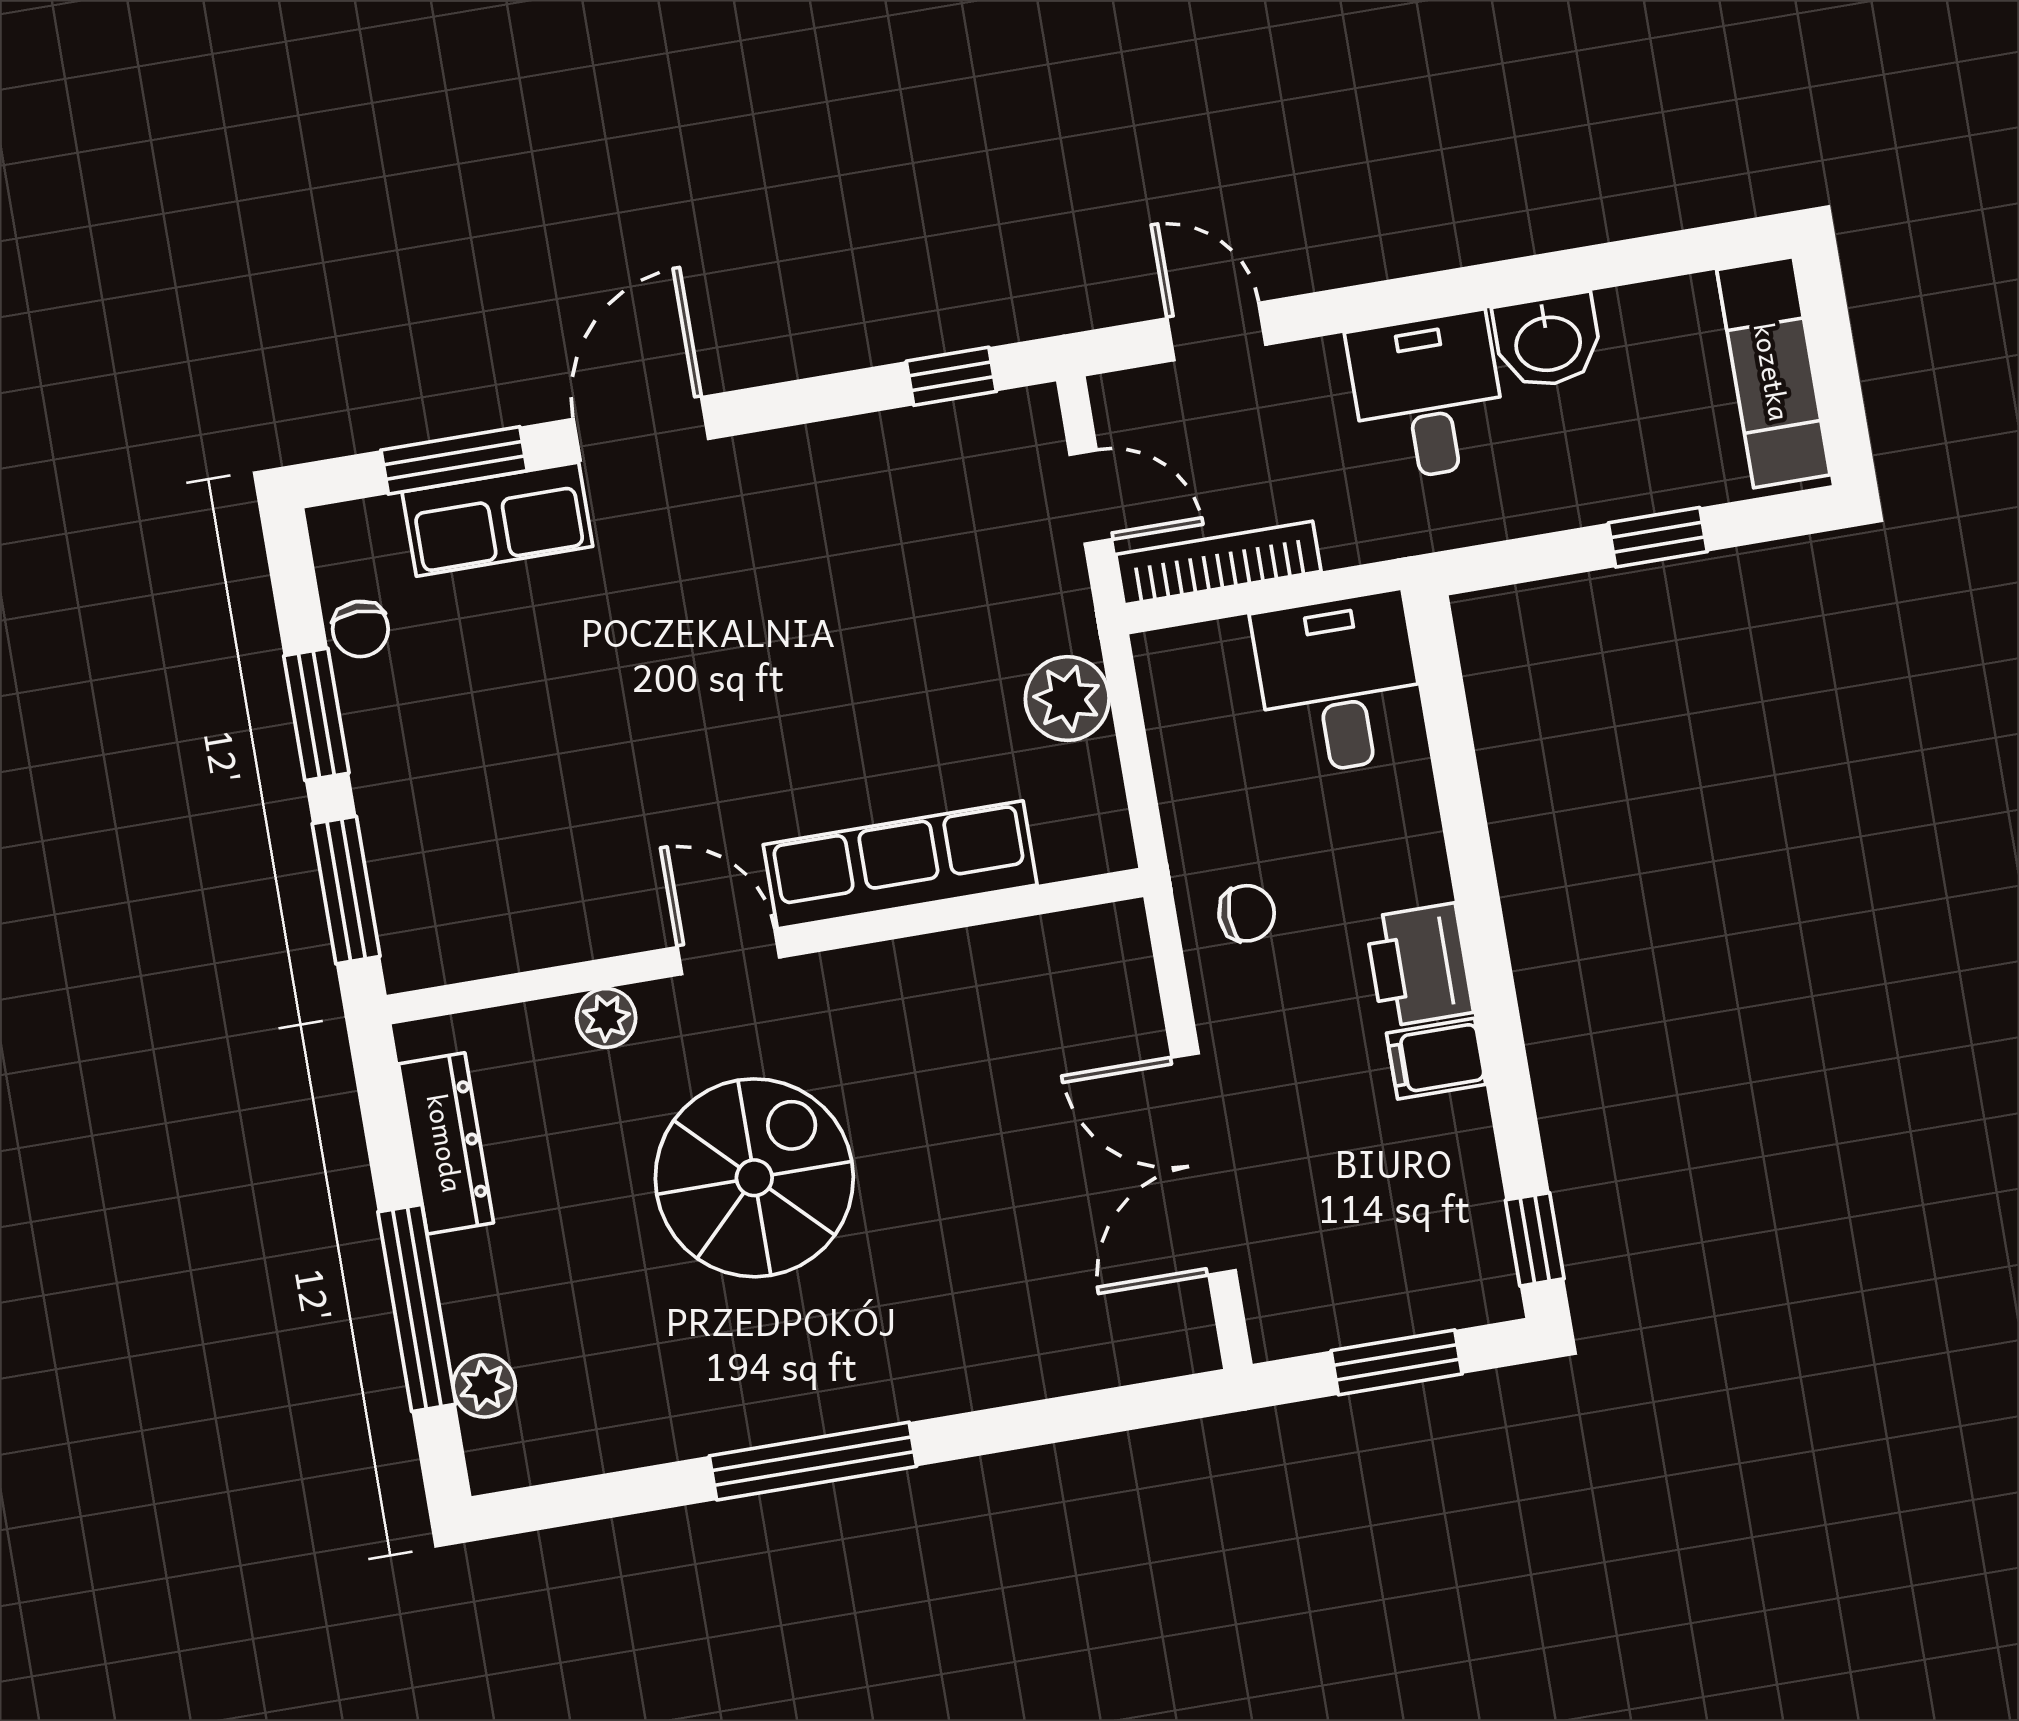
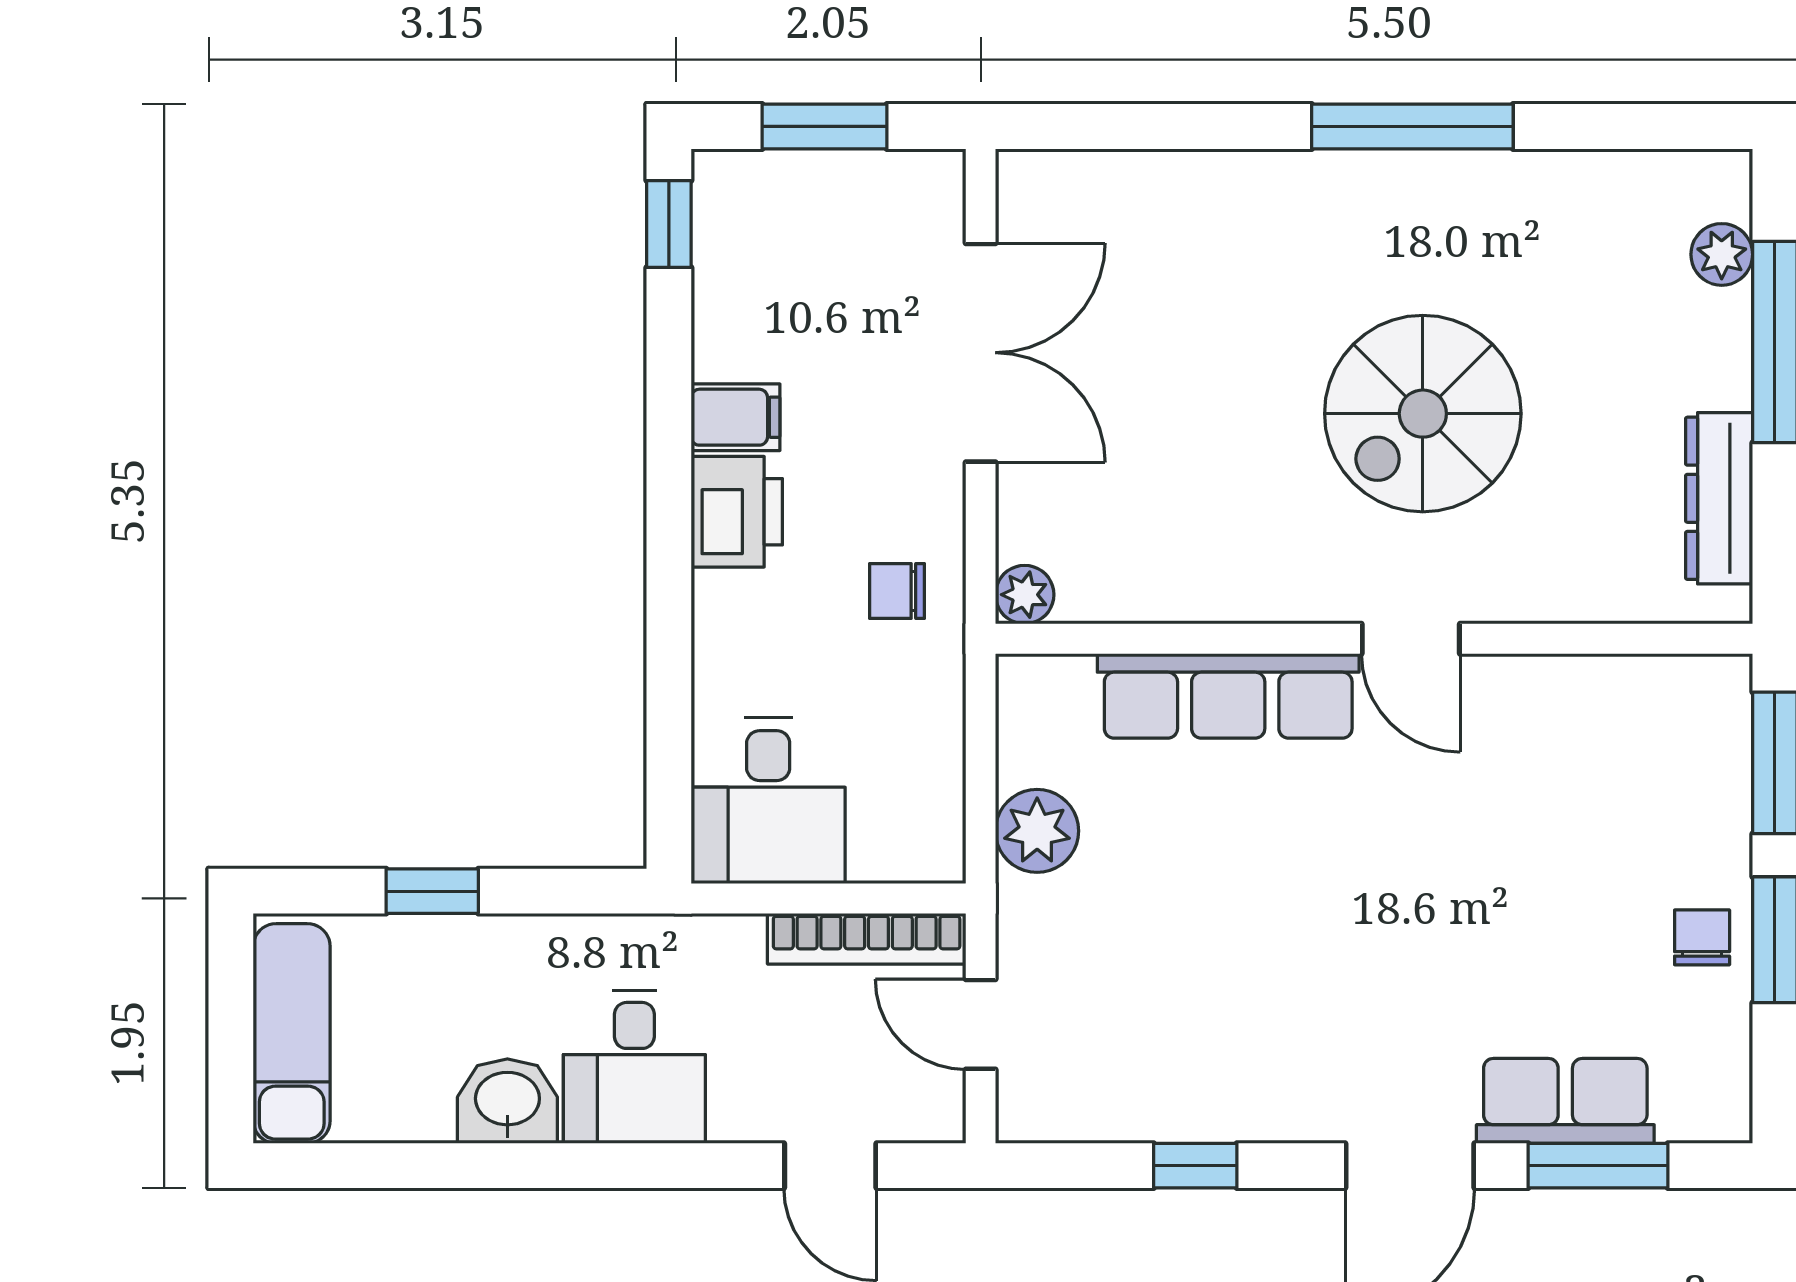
window: (951, 376) -> (1195, 1166), moved
chair: (360, 629) -> (1702, 937), moved
plant: (606, 1018) -> (1025, 595), moved

